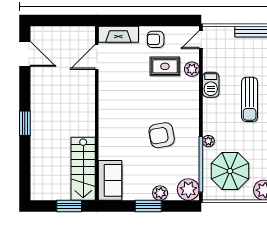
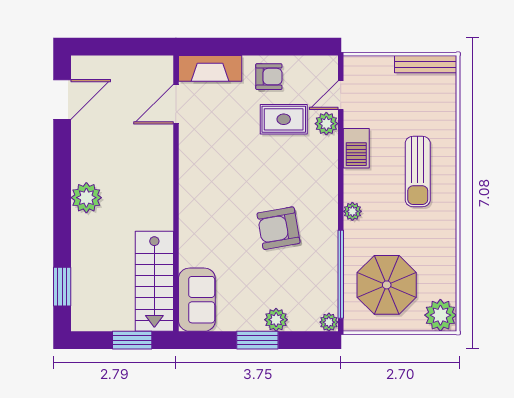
armchair: (156, 39) -> (269, 77), turned 180
door: (201, 40) -> (341, 95), moved
door: (25, 54) -> (62, 99), hinge flipped
plant: (40, 116) -> (86, 198), added
window: (25, 123) -> (62, 287), moved
plant: (208, 141) -> (352, 211), moved
plant: (188, 190) -> (329, 322), width x0.53, depth x0.53

